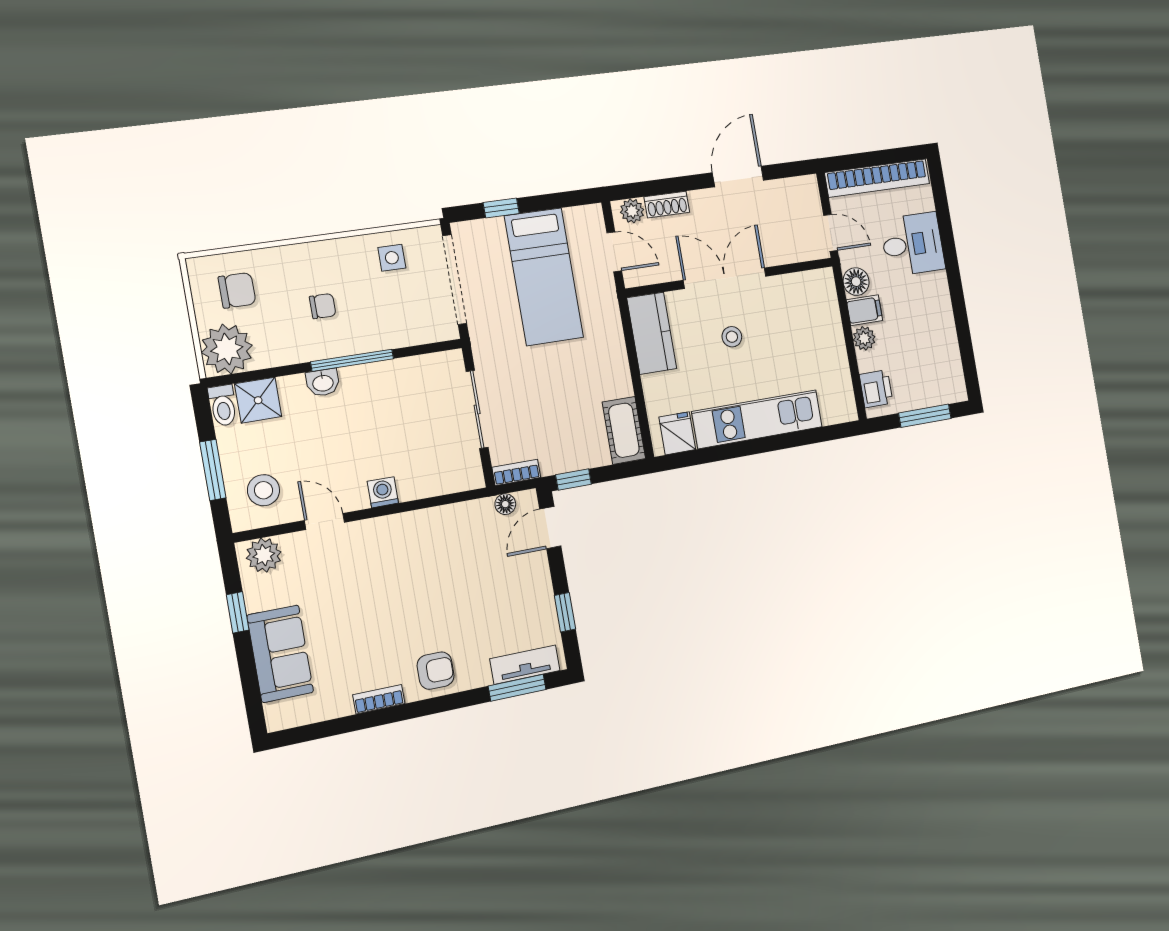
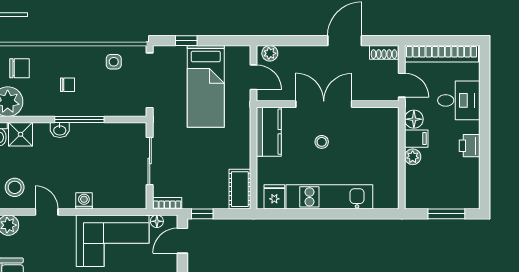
shoe rack: (667, 205) -> (384, 52), moved
printer: (876, 389) -> (470, 146), moved, turned 180
corner sofa: (441, 549) -> (113, 241), added

